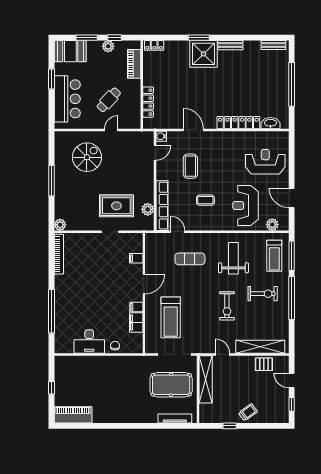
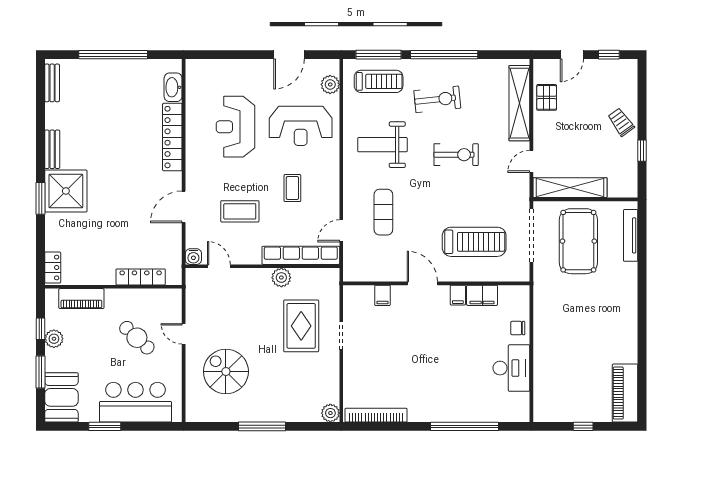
reception desk: (265, 162) -> (235, 127), moved
plant: (148, 209) -> (281, 278), moved
exercise bike: (263, 294) -> (437, 99), turned 84

